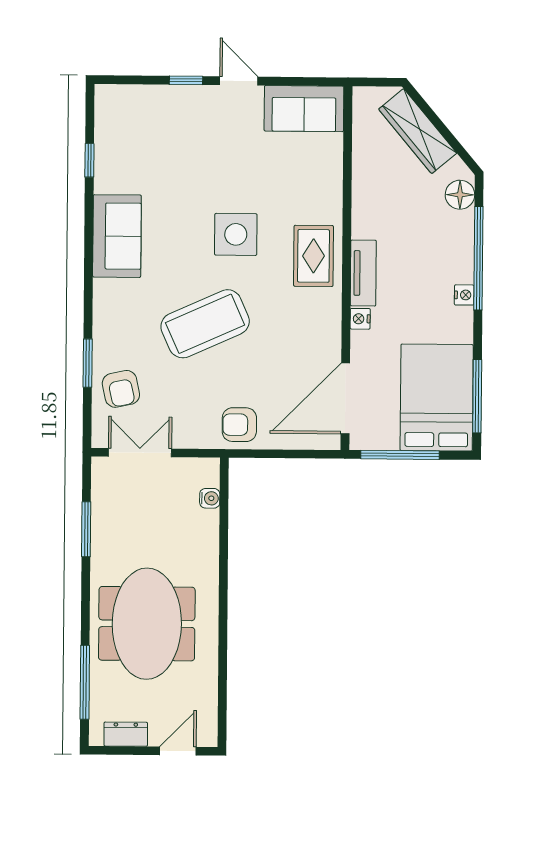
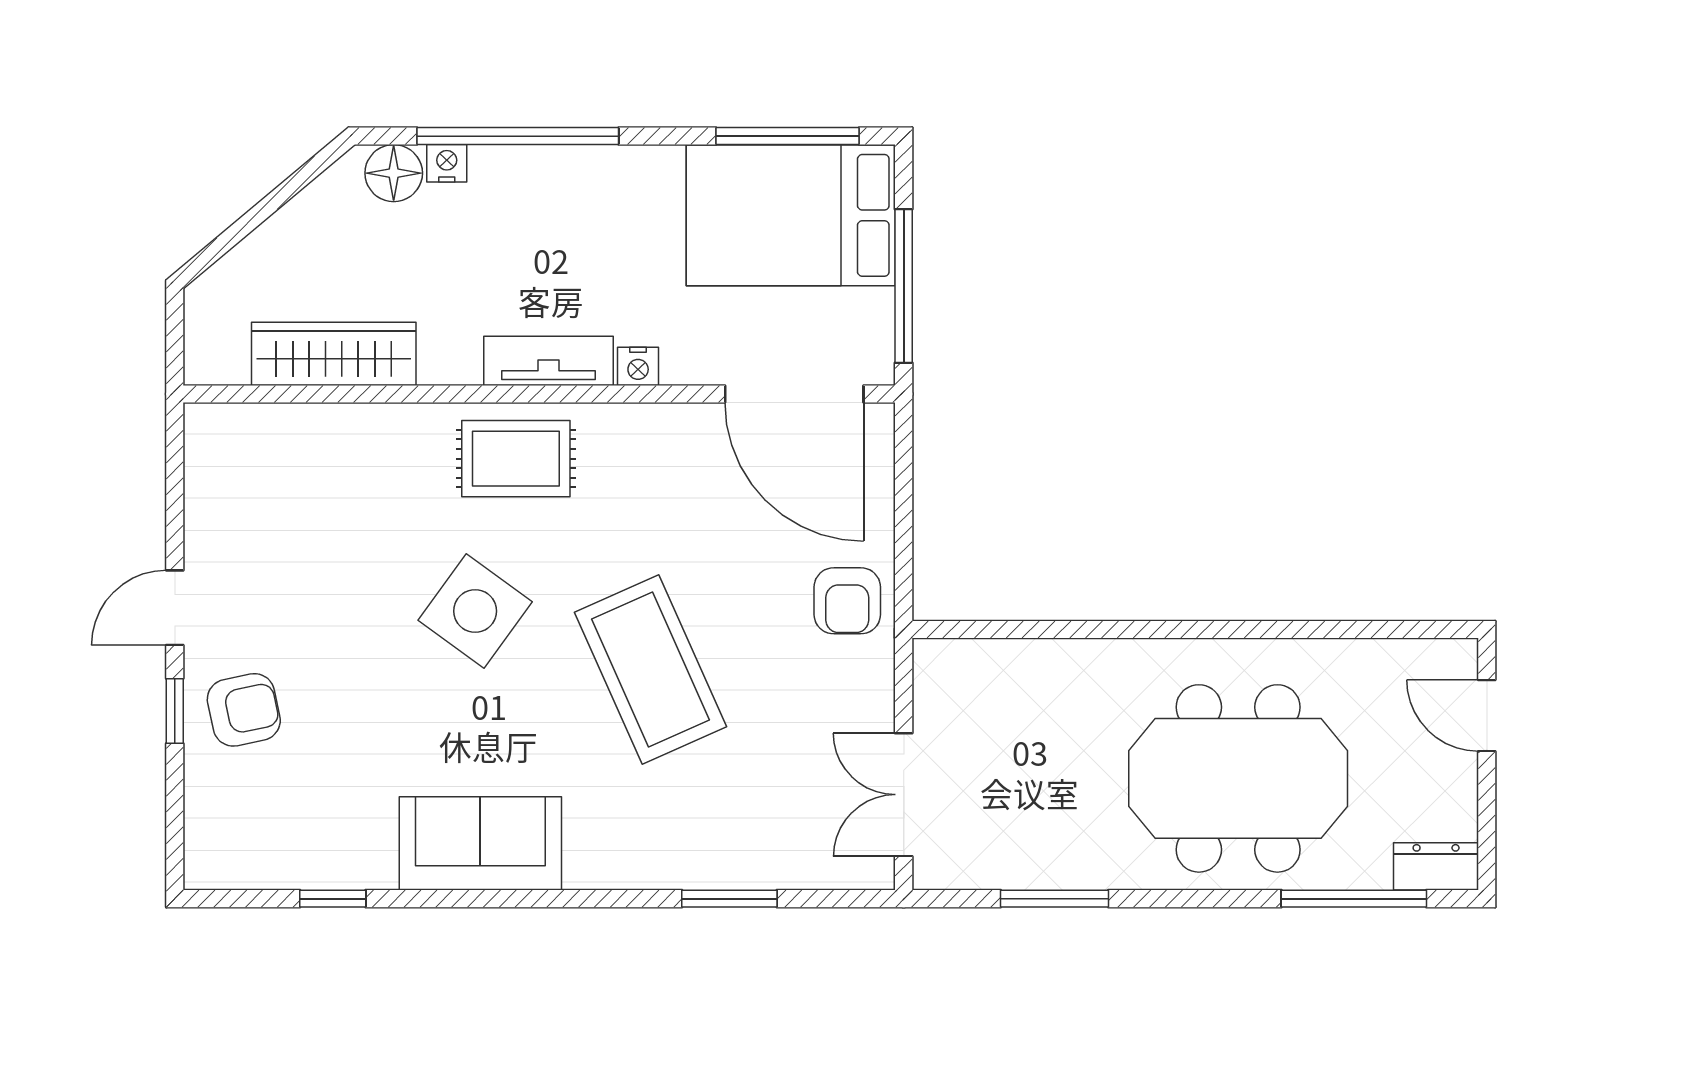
sofa: (304, 109) -> (228, 480), removed
wardrobe: (418, 131) -> (334, 354), moved, turned -140
side table: (236, 234) -> (475, 611), turned 36
nightstand: (464, 295) -> (447, 163), moved
armchair: (121, 389) -> (244, 710), moved
water cooler: (210, 498) -> (992, 657), removed
dresser: (126, 734) -> (1436, 866), moved, turned 90

